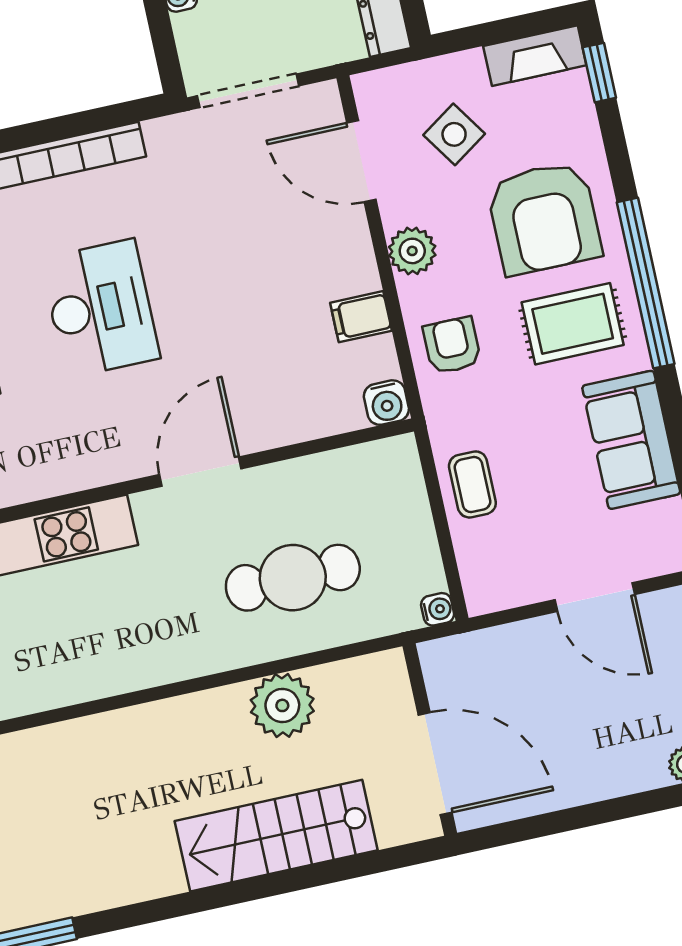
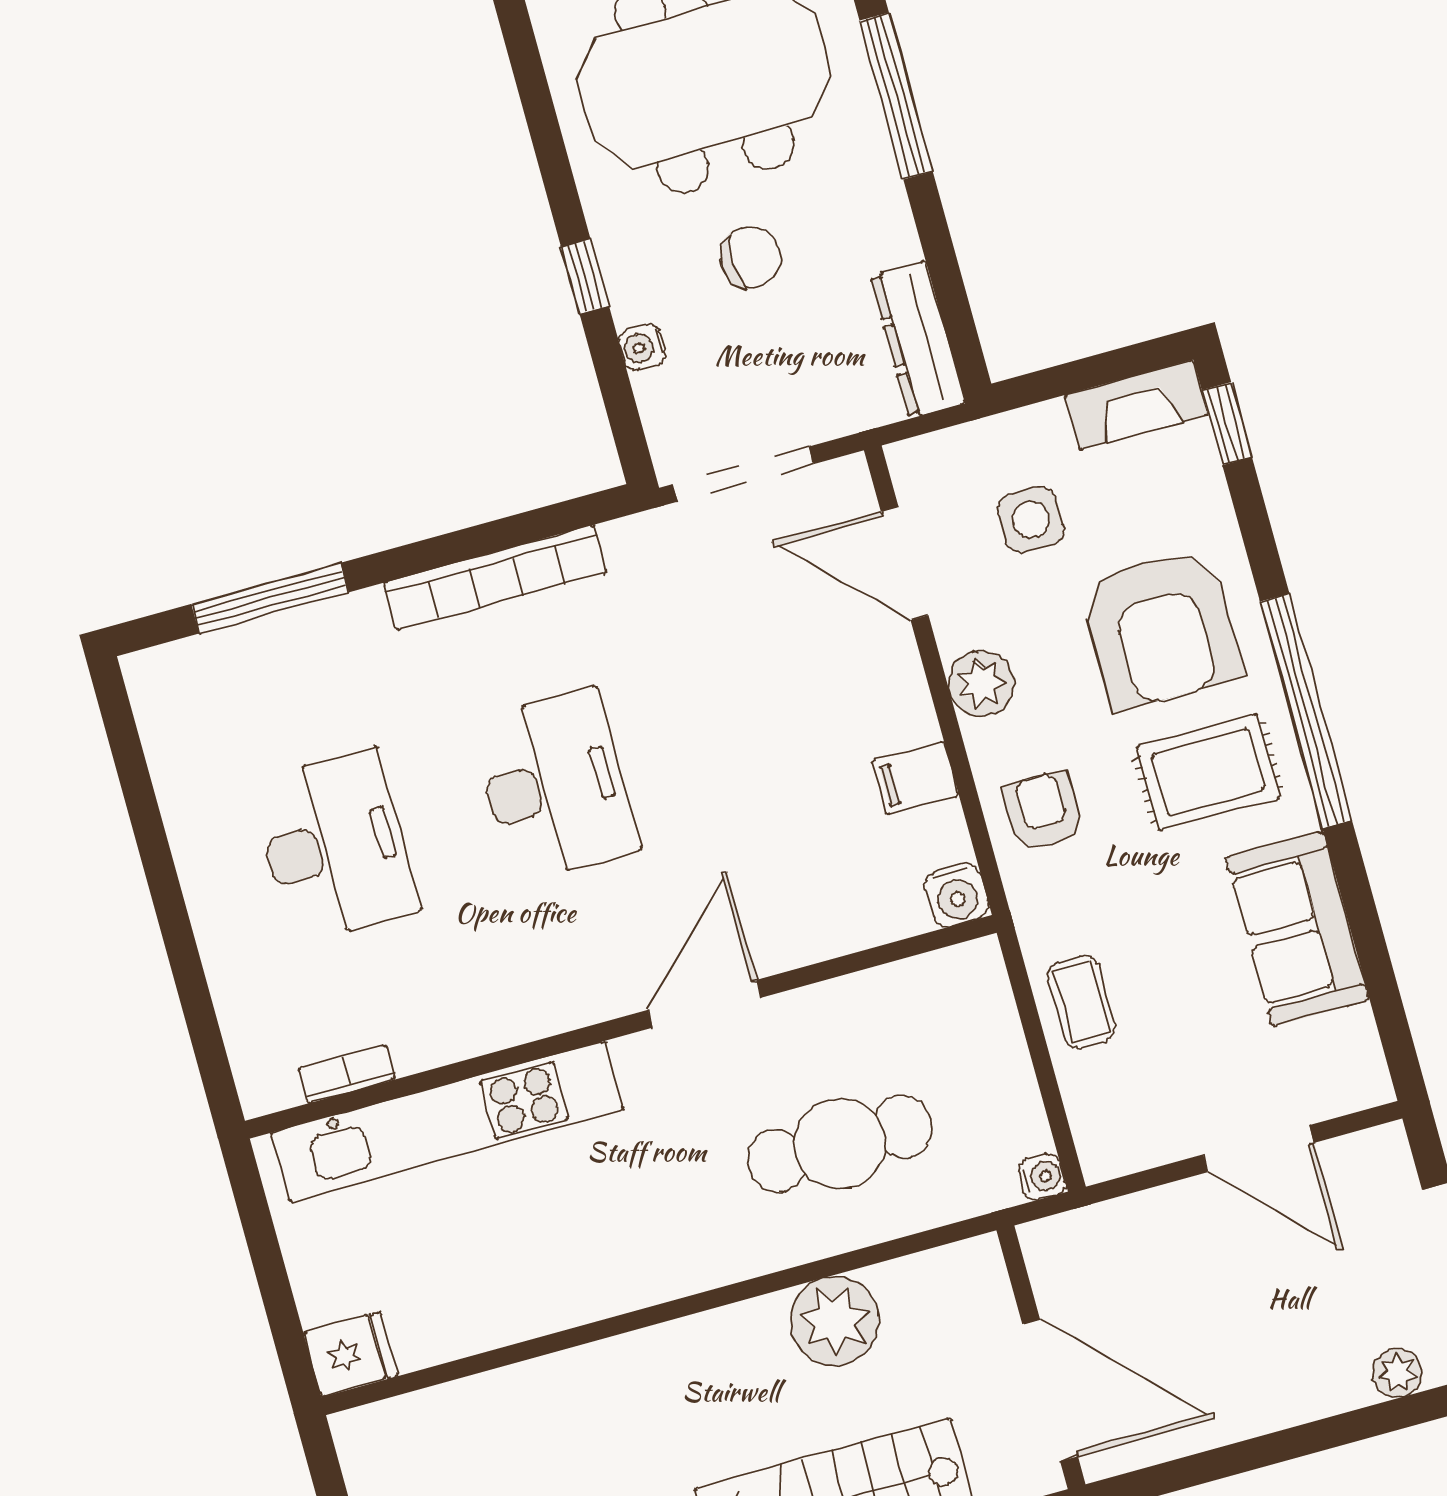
side table: (454, 134) -> (1031, 519), turned 34

